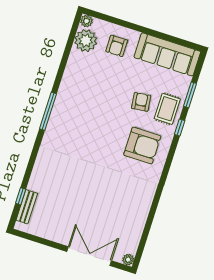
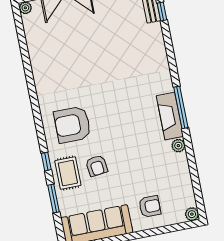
plant: (86, 41) -> (178, 146), moved, width x0.53, depth x0.53
armchair: (117, 46) -> (150, 206), turned 90
fireplace: (61, 109) -> (170, 116), added

